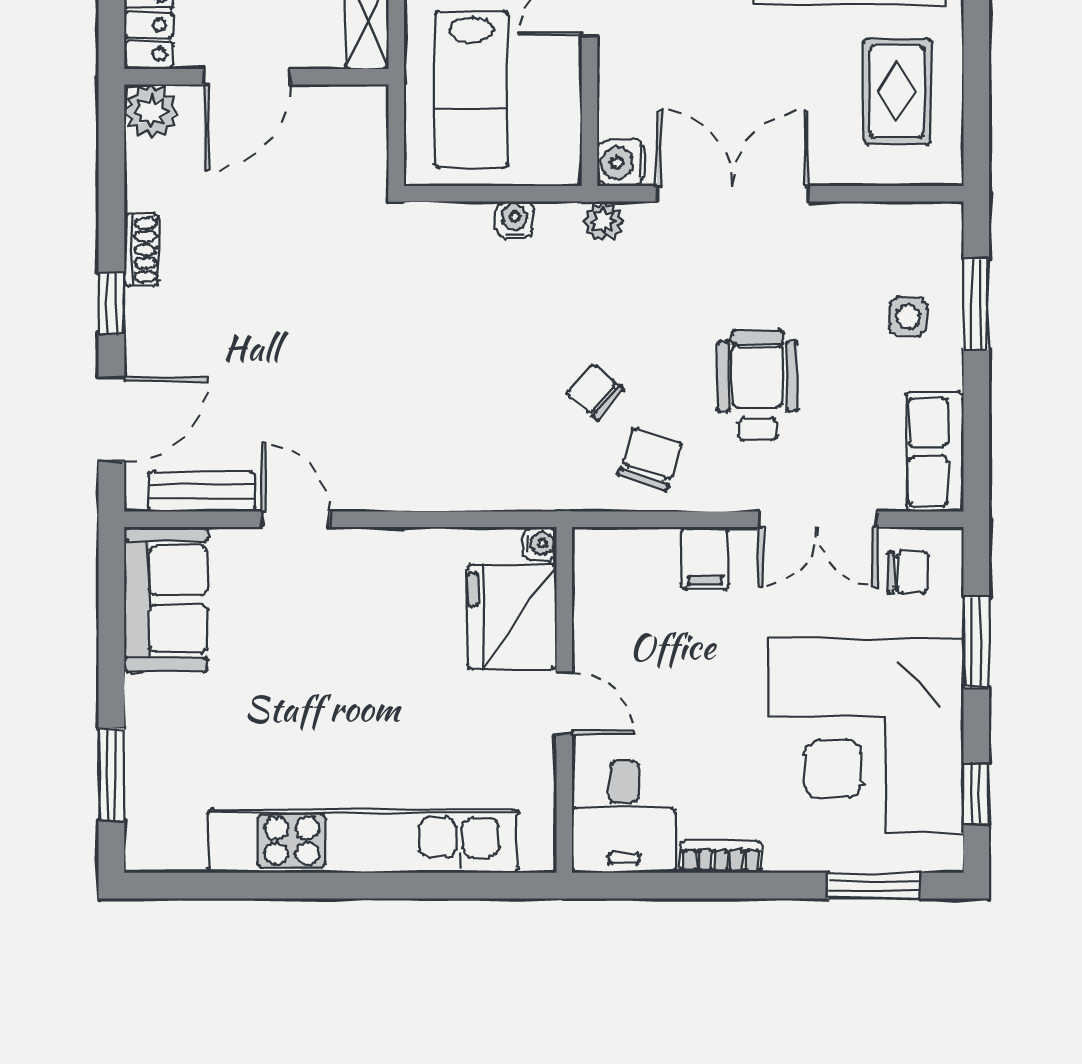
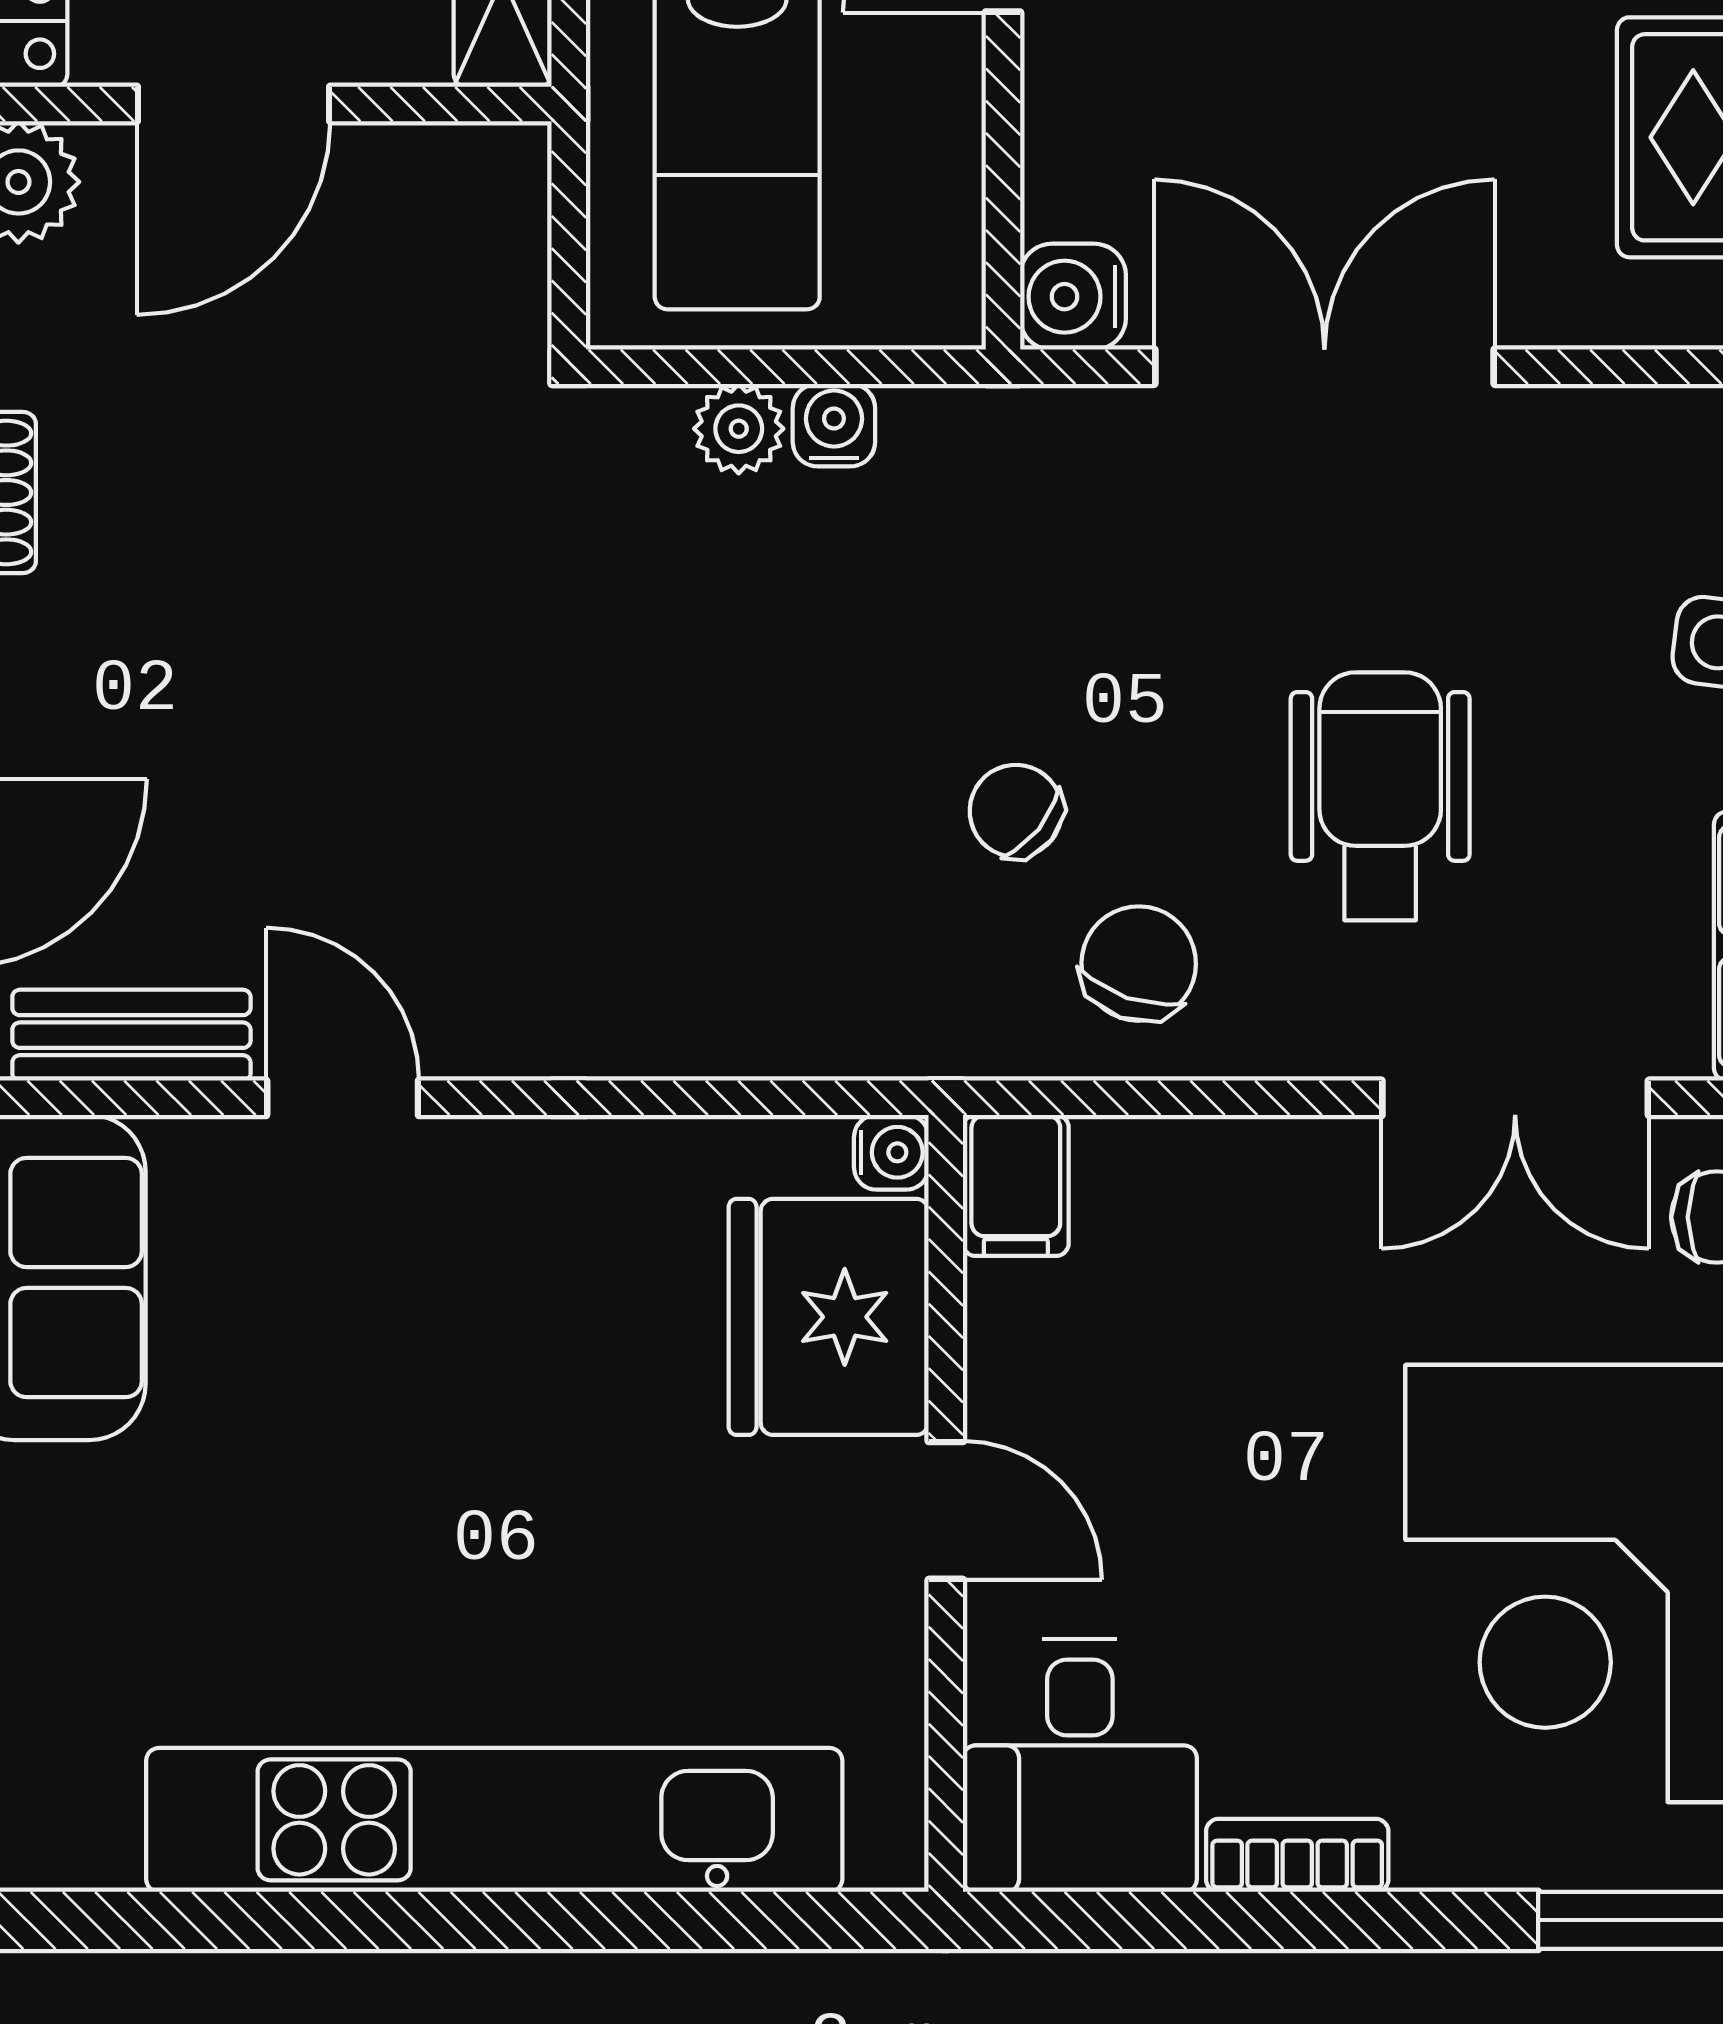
plant: (603, 221) -> (739, 429), moved
filing cabinet: (705, 558) -> (1016, 1185), moved

